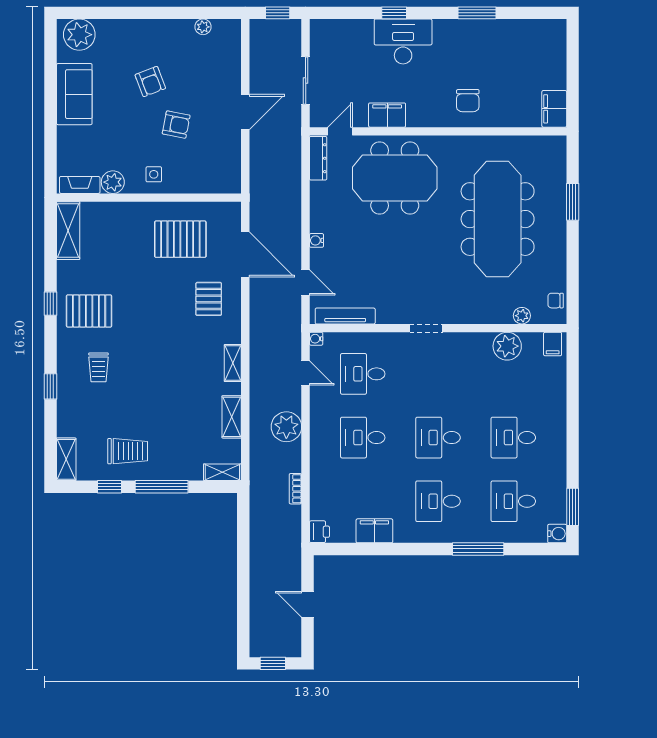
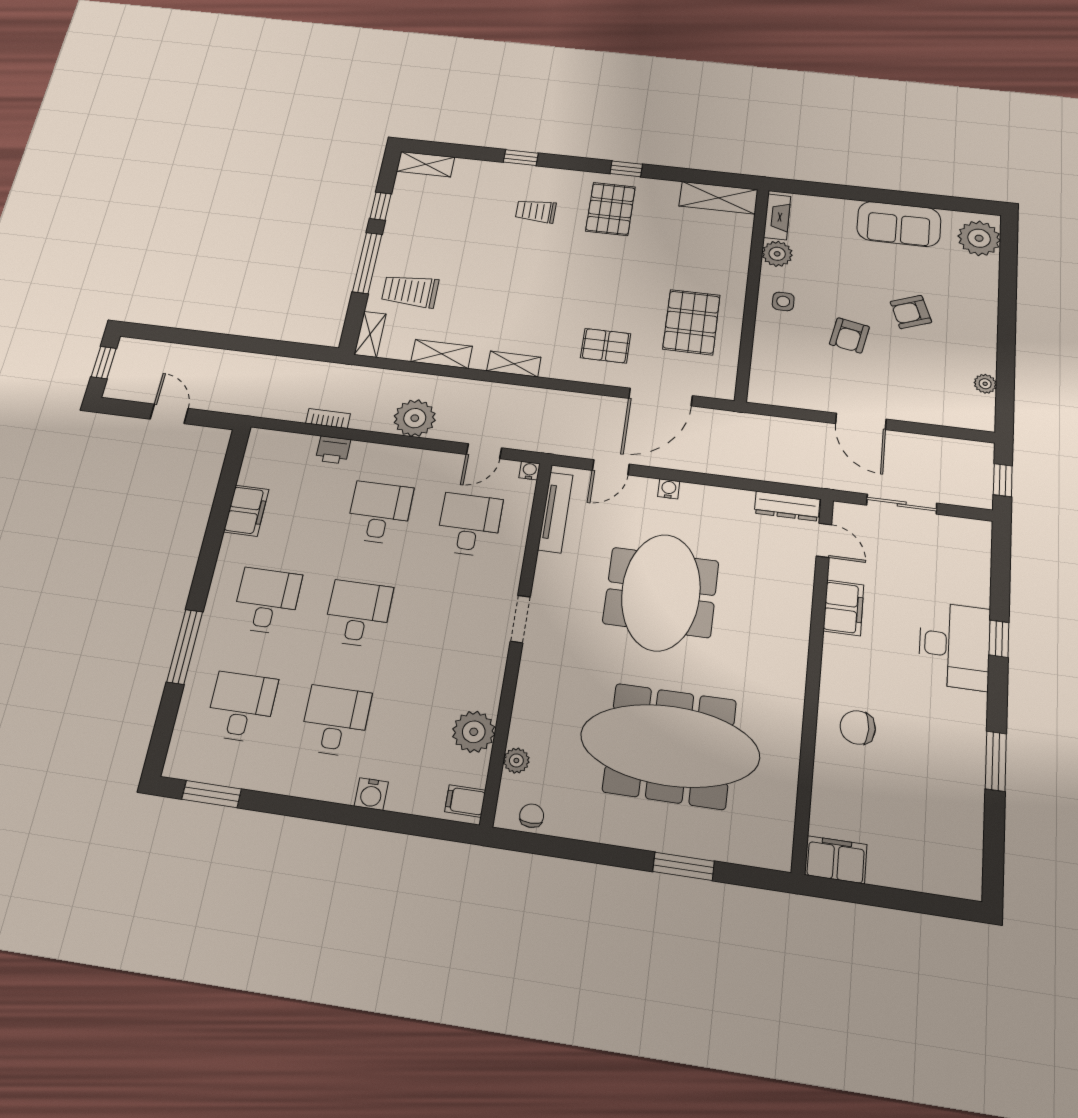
meeting table: (395, 178) -> (661, 592), moved
trolley: (128, 451) -> (410, 291), moved, turned 90
printer: (319, 532) -> (333, 450), moved
water cooler: (557, 534) -> (371, 794), moved
door: (308, 604) -> (169, 414), hinge flipped

